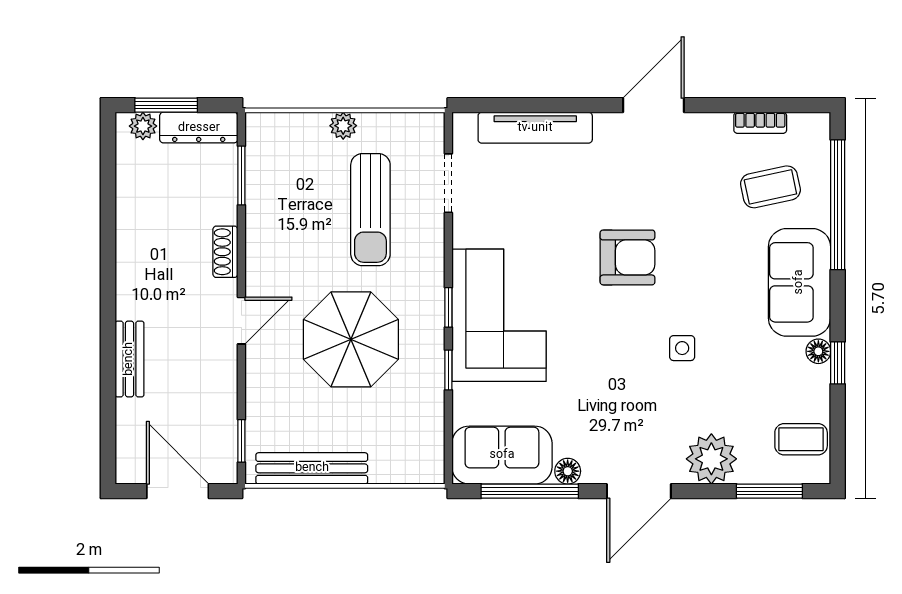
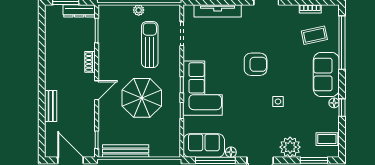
plant: (143, 126) -> (56, 10), removed
sun lounger: (370, 210) -> (150, 45), turned 180

